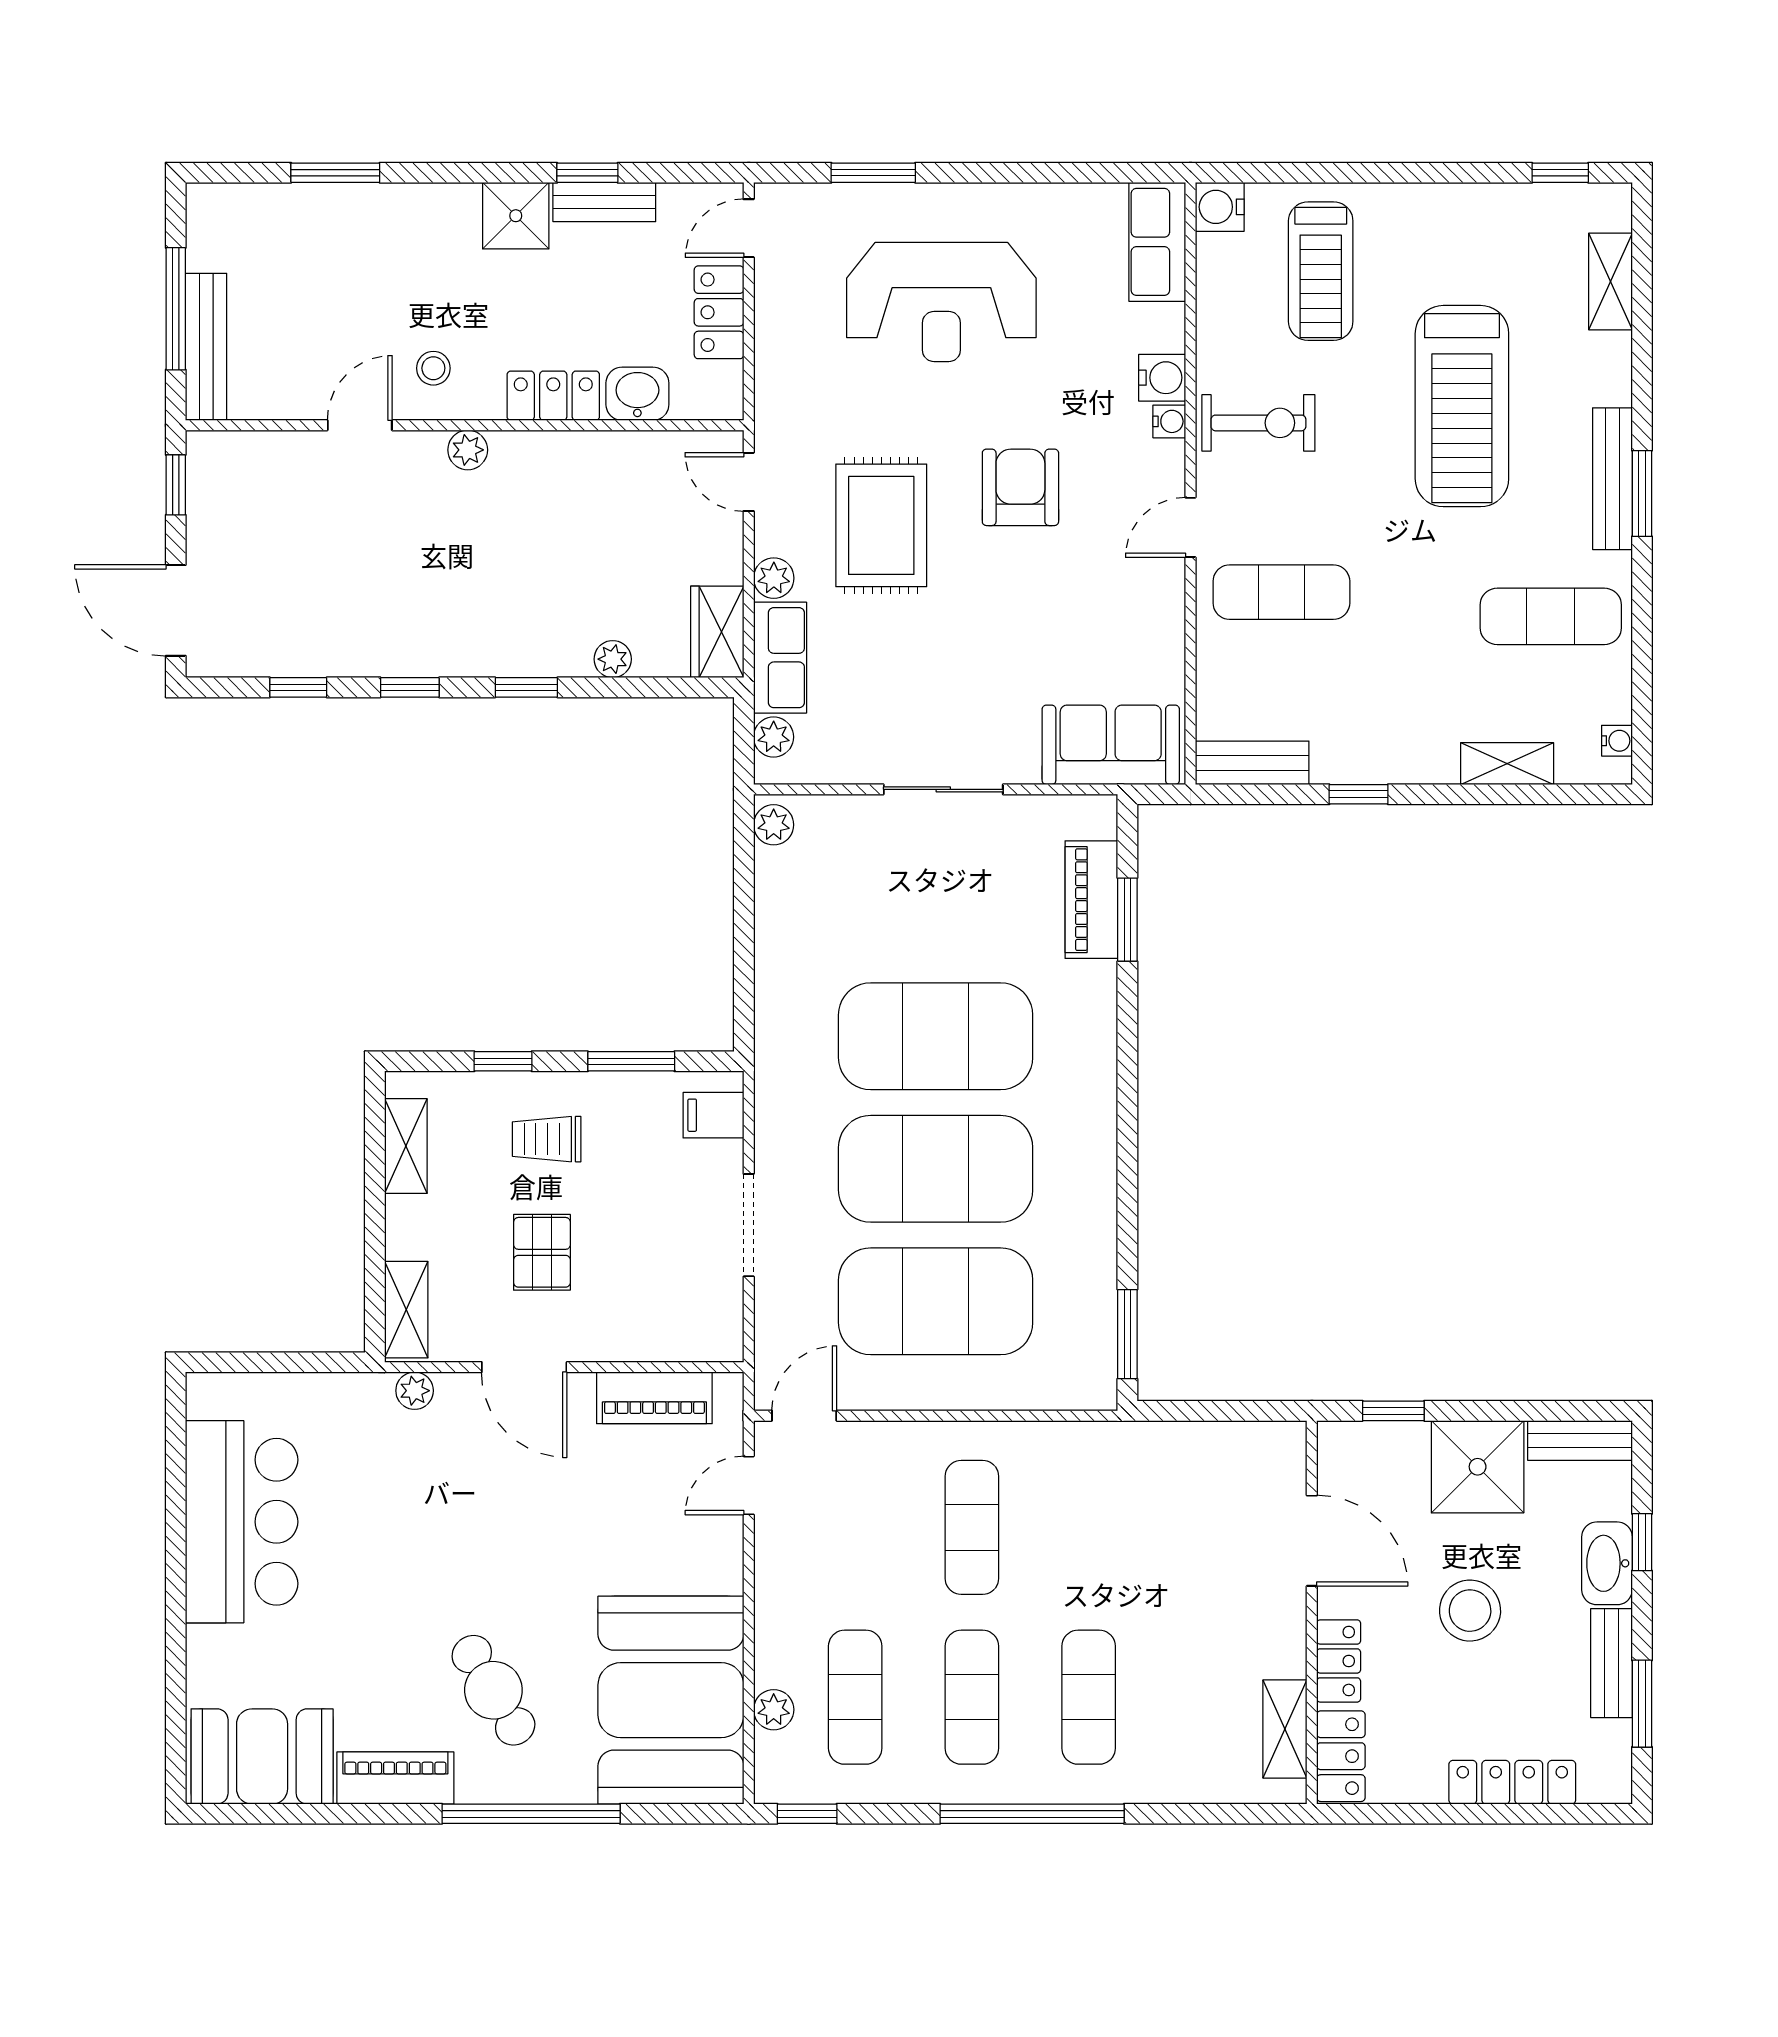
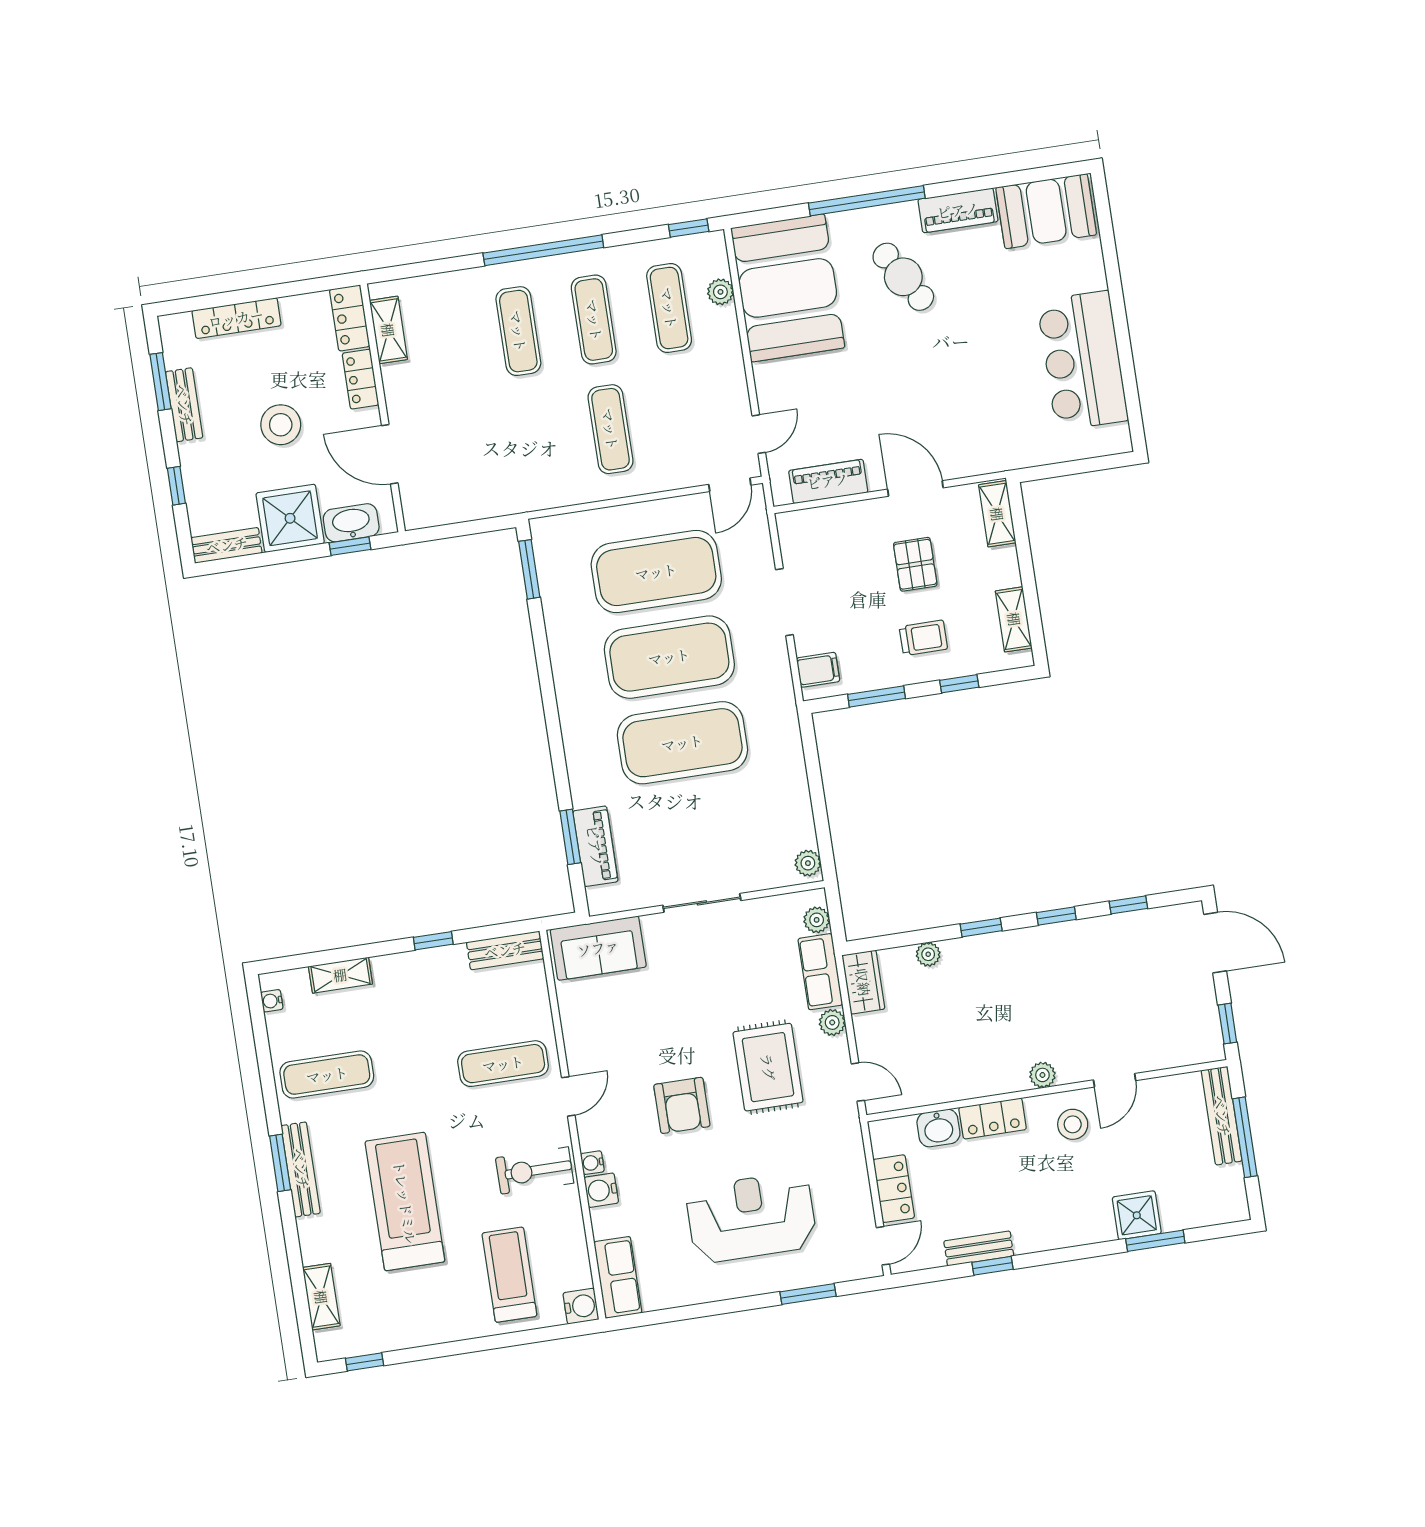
shower: (516, 216) -> (1137, 1215), moved
stool: (433, 368) -> (1073, 1124), width x1.37, depth x1.37
plant: (415, 1391) -> (984, 462), removed
washbasin: (1607, 1563) -> (351, 523), moved, turned -90

